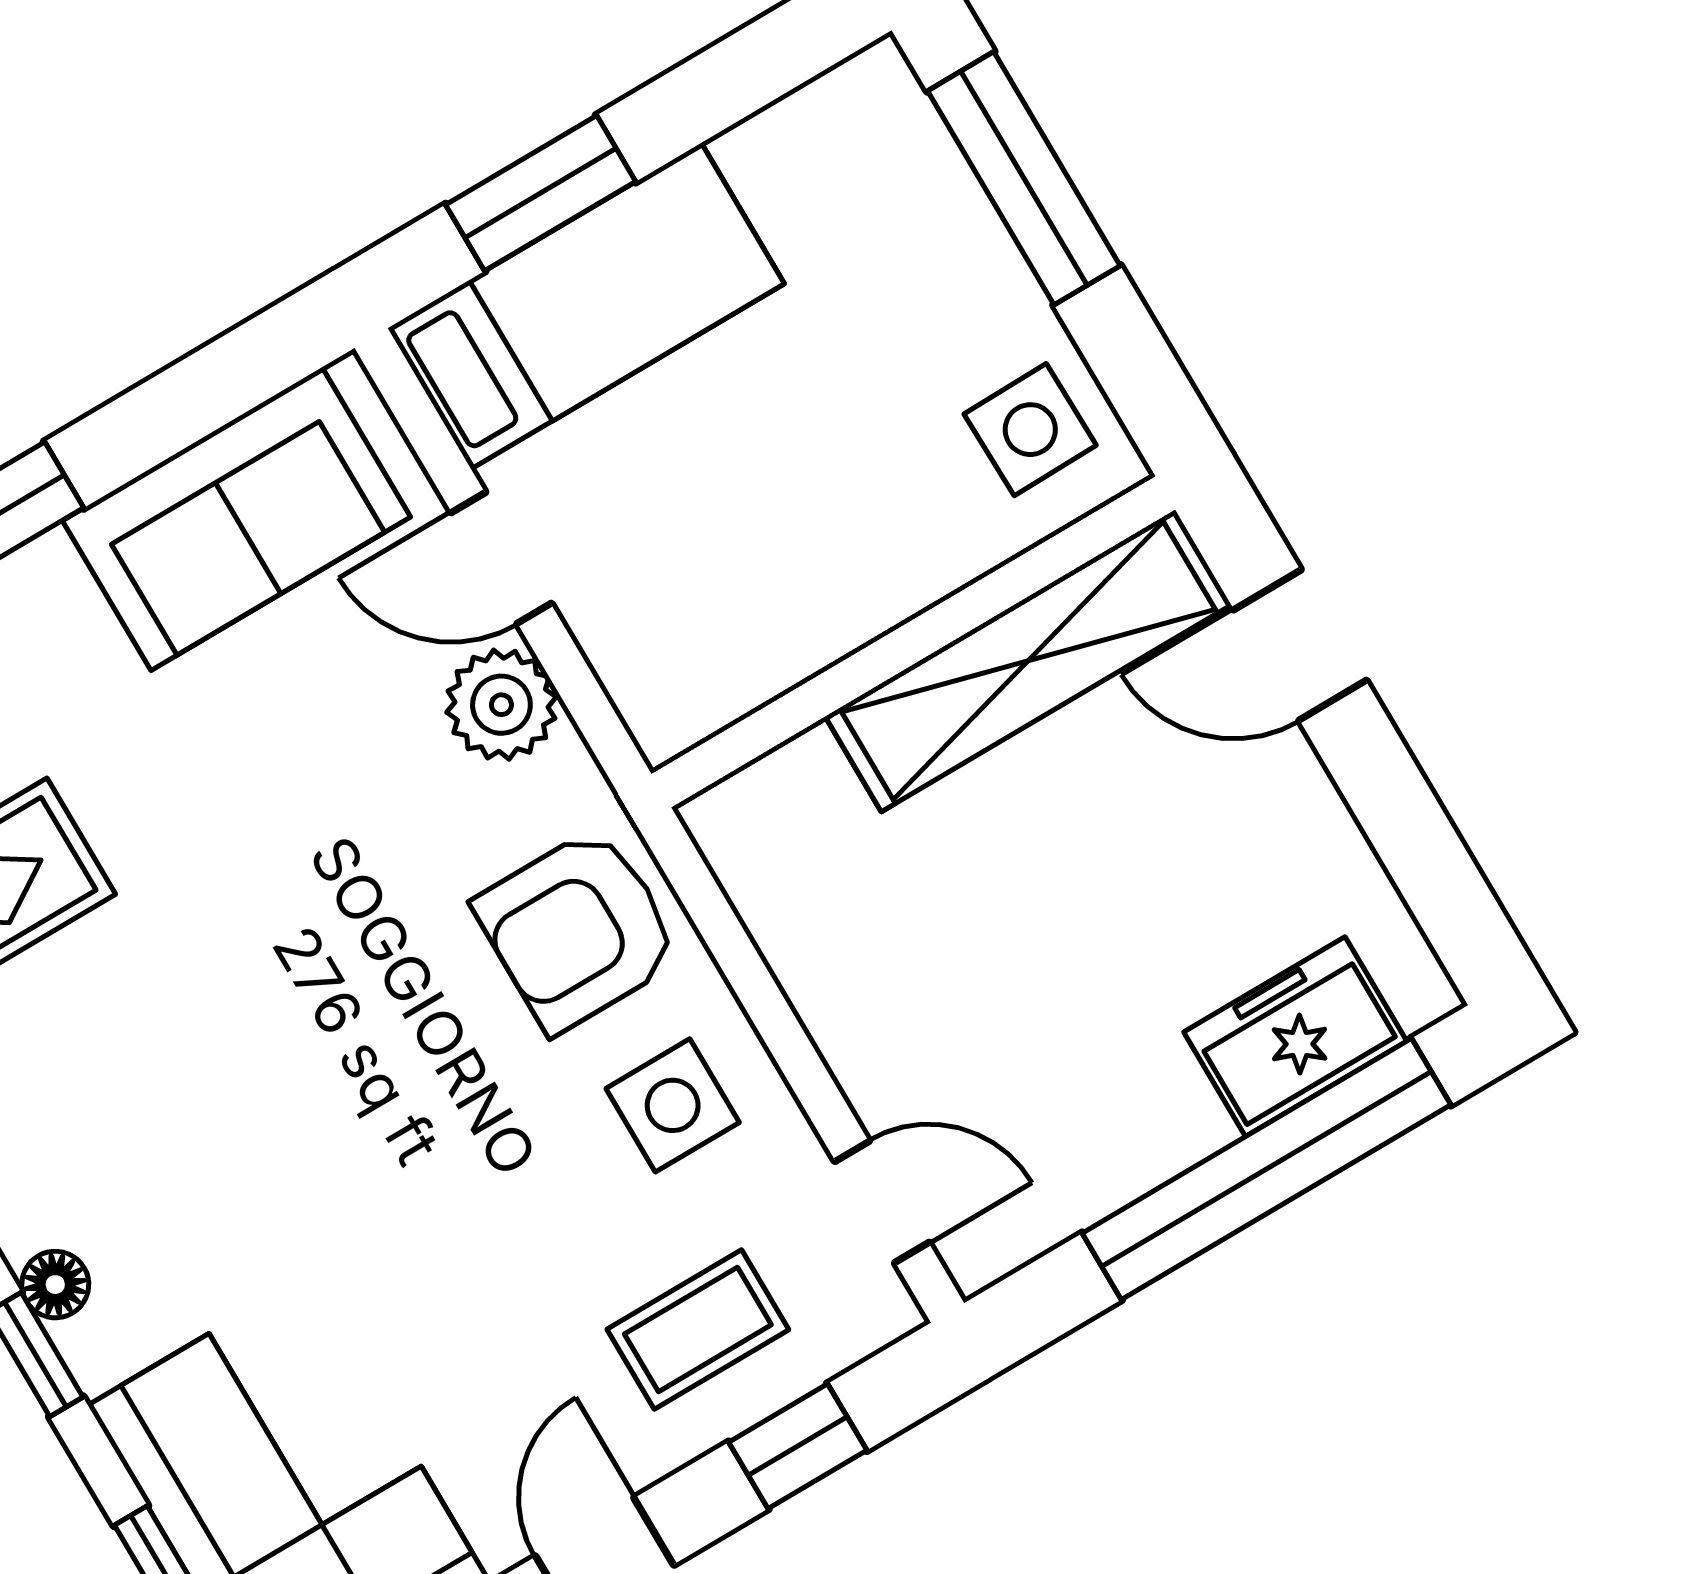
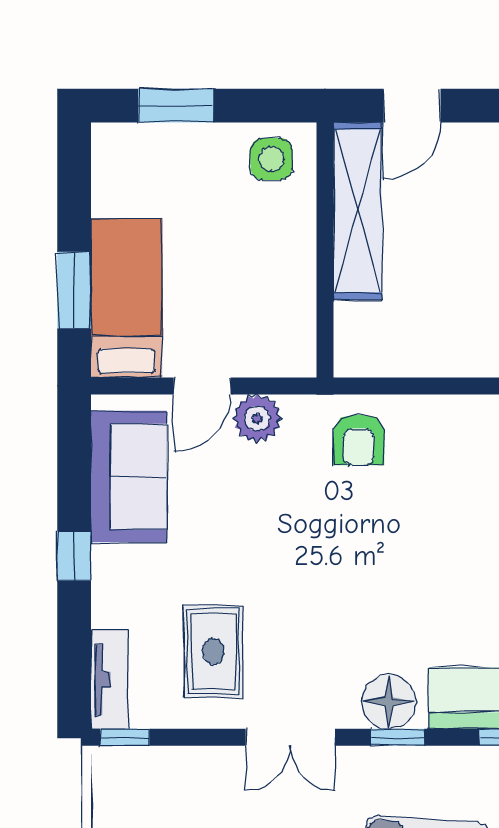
window: (1024, 178) -> (176, 106), width x0.69
armchair: (578, 930) -> (359, 440), width x0.72, depth x0.72
side table: (673, 1105) -> (446, 443), removed
floor lamp: (55, 1285) -> (389, 702), width x1.89, depth x1.89

